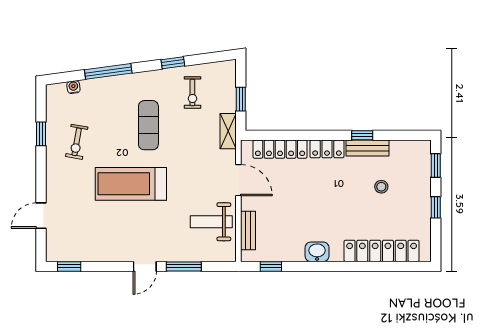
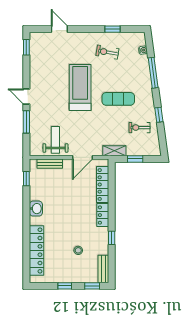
bench: (367, 148) -> (103, 269), moved

